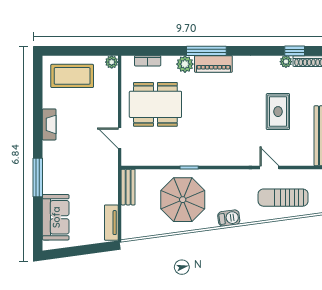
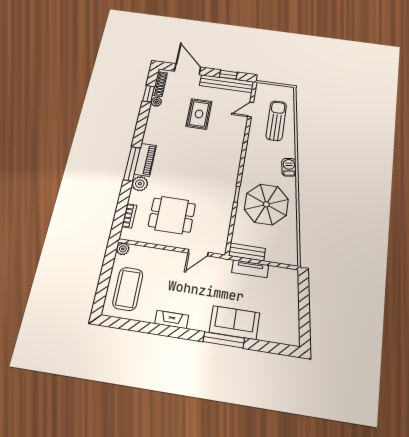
dining table: (155, 104) -> (172, 215), width x0.73
rug: (278, 112) -> (199, 114), turned 90
door: (269, 167) -> (251, 110), moved
sun lounger: (283, 198) -> (276, 121), turned 180
sofa: (56, 217) -> (234, 323), moved
tv unit: (111, 223) -> (250, 269), moved

